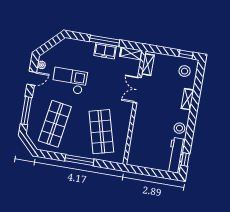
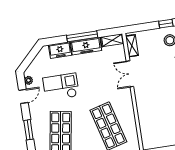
freezer: (80, 47) -> (60, 50), added
freezer: (105, 51) -> (86, 46), width x1.40
window: (26, 111) -> (28, 130), width x0.69

